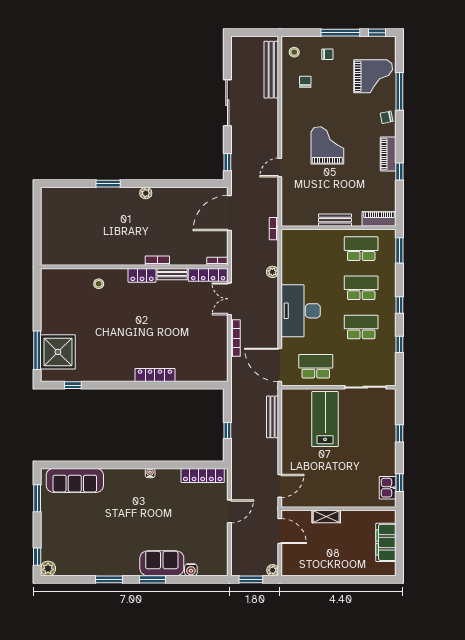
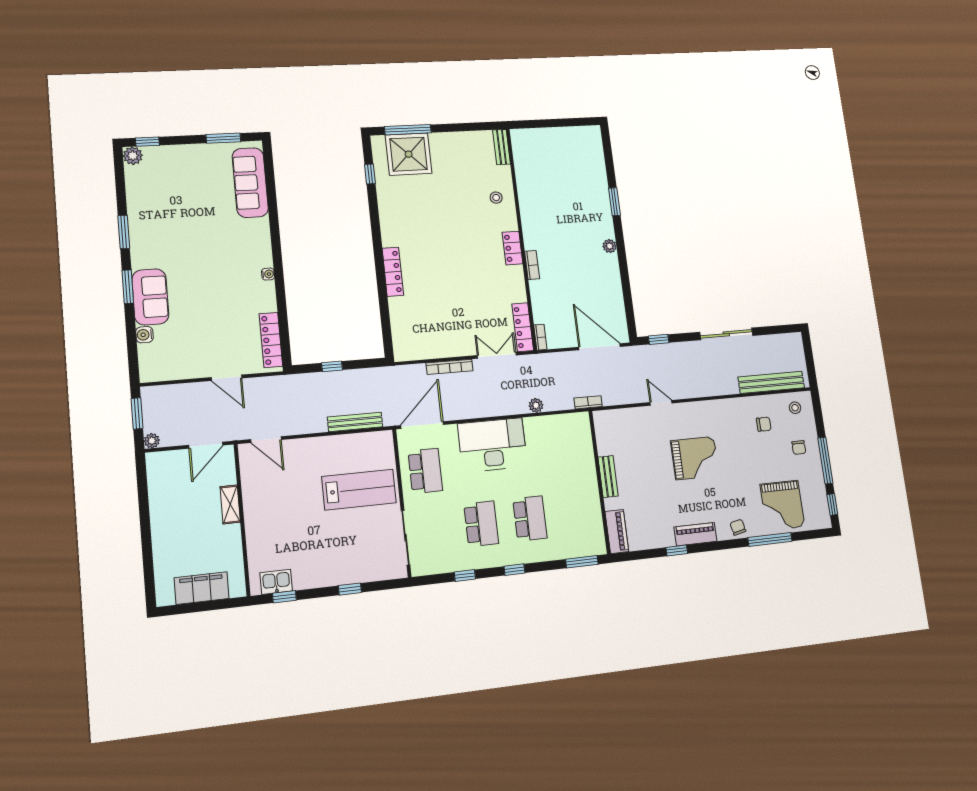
school desk: (361, 249) -> (578, 513), removed
bench: (172, 274) -> (502, 147), moved

